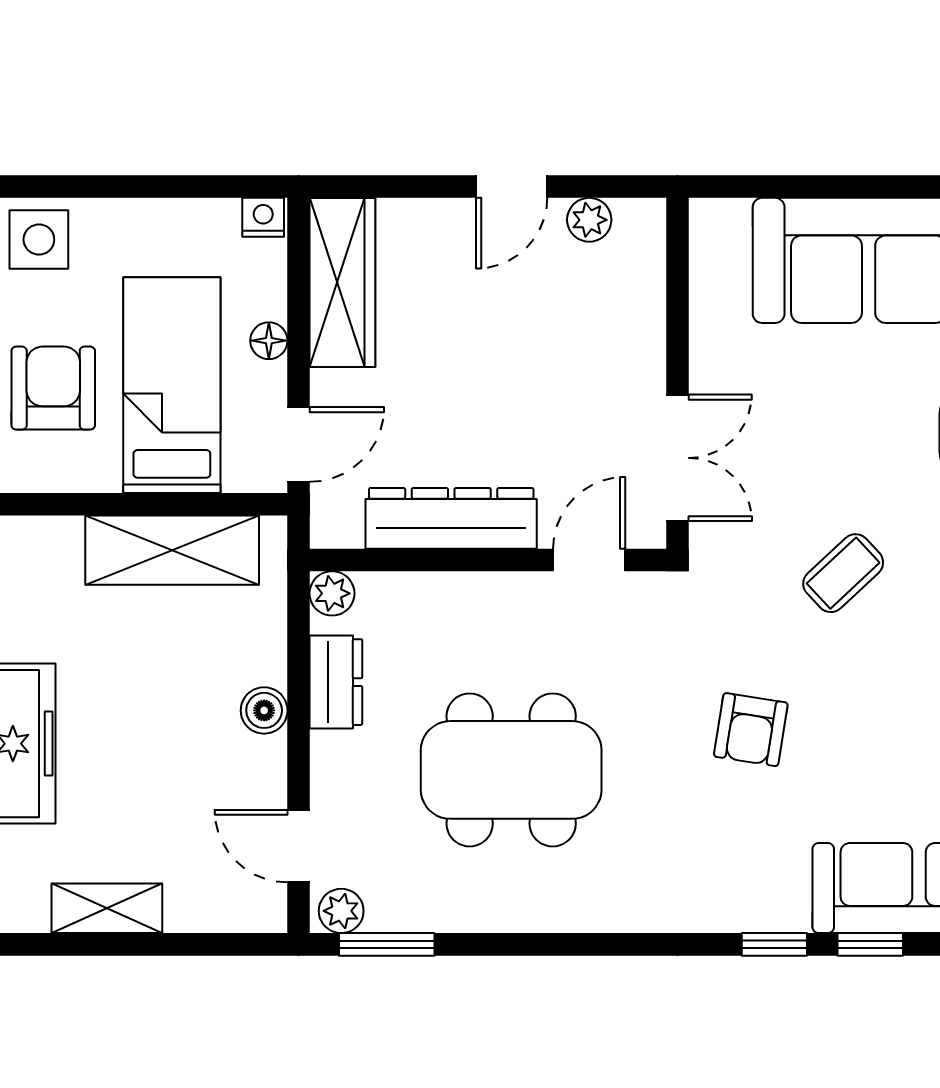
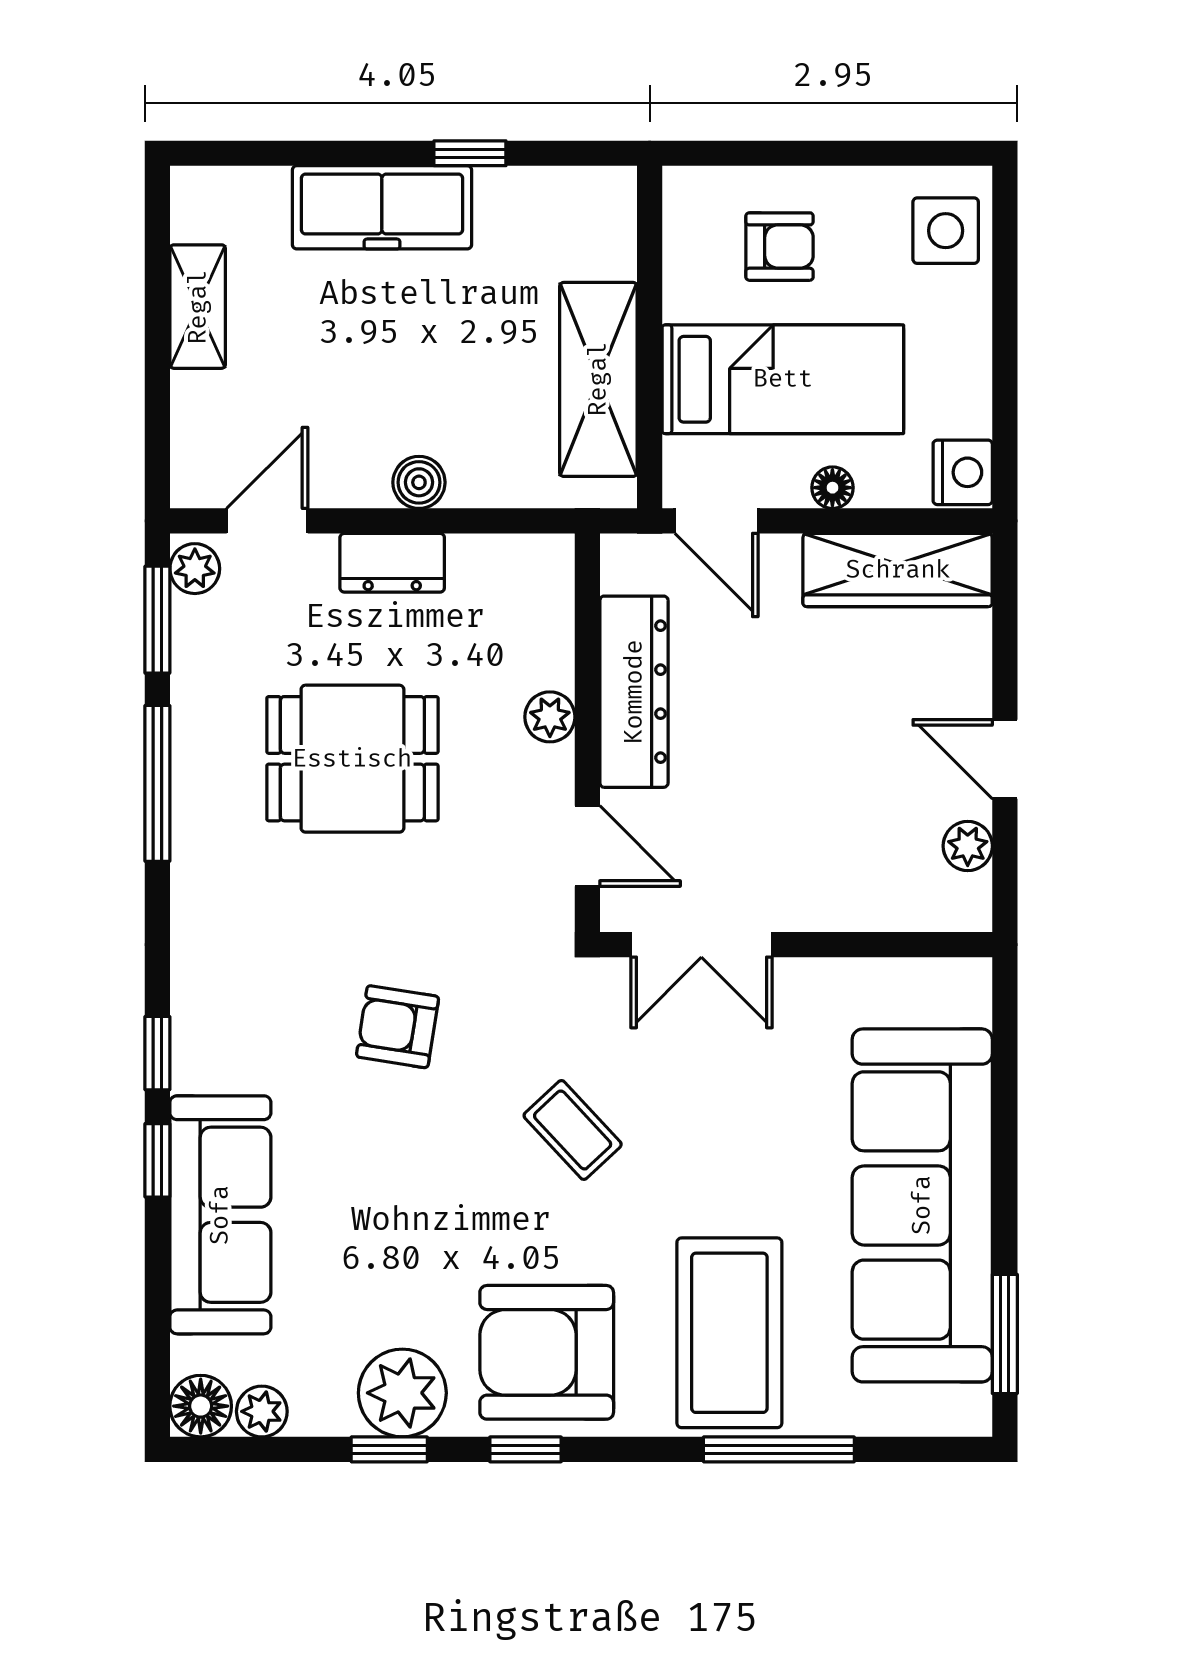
nightstand: (263, 217) -> (963, 472), width x1.39, depth x1.35
armchair: (53, 388) -> (780, 247), width x0.72, depth x0.72
plant: (332, 593) -> (550, 717), moved
dresser: (336, 682) -> (392, 563), moved
dining table: (511, 770) -> (352, 759), width x0.73
window: (533, 944) -> (157, 783), added

